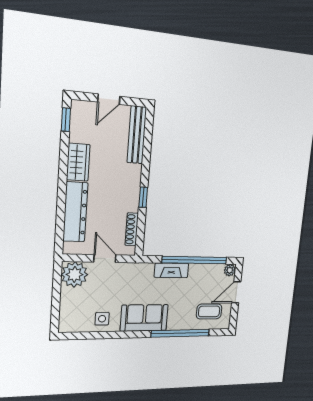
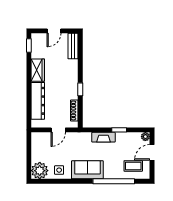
bench: (137, 135) -> (73, 46), width x0.73
door: (105, 259) -> (58, 130), swing flipped
window: (195, 260) -> (119, 130), width x0.32
plant: (75, 274) -> (40, 171), moved

